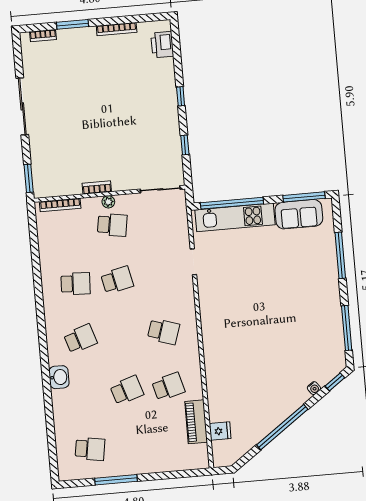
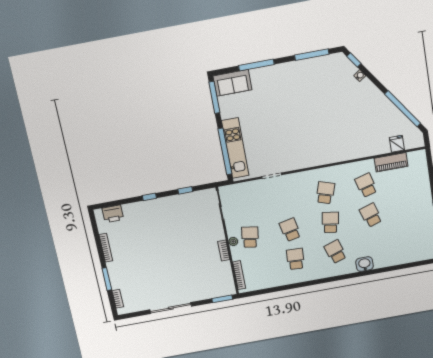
sofa: (299, 214) -> (232, 83), moved, turned 90
window: (282, 427) -> (403, 109), moved
school desk: (90, 449) -> (330, 222), moved

